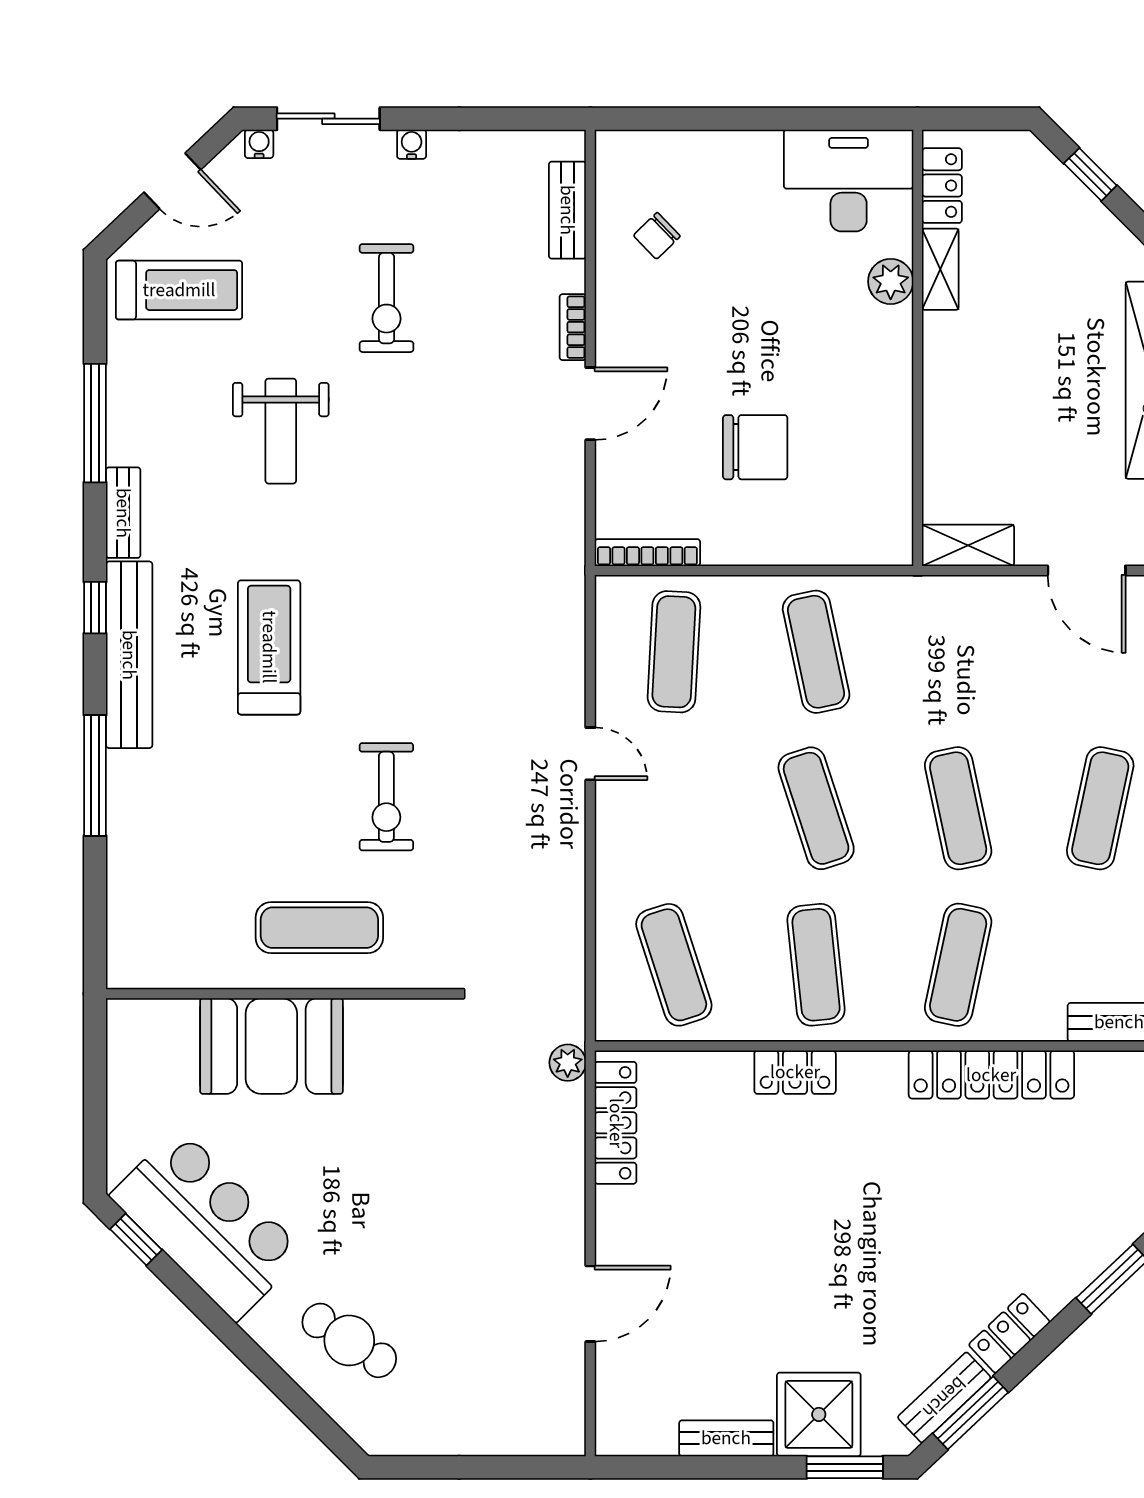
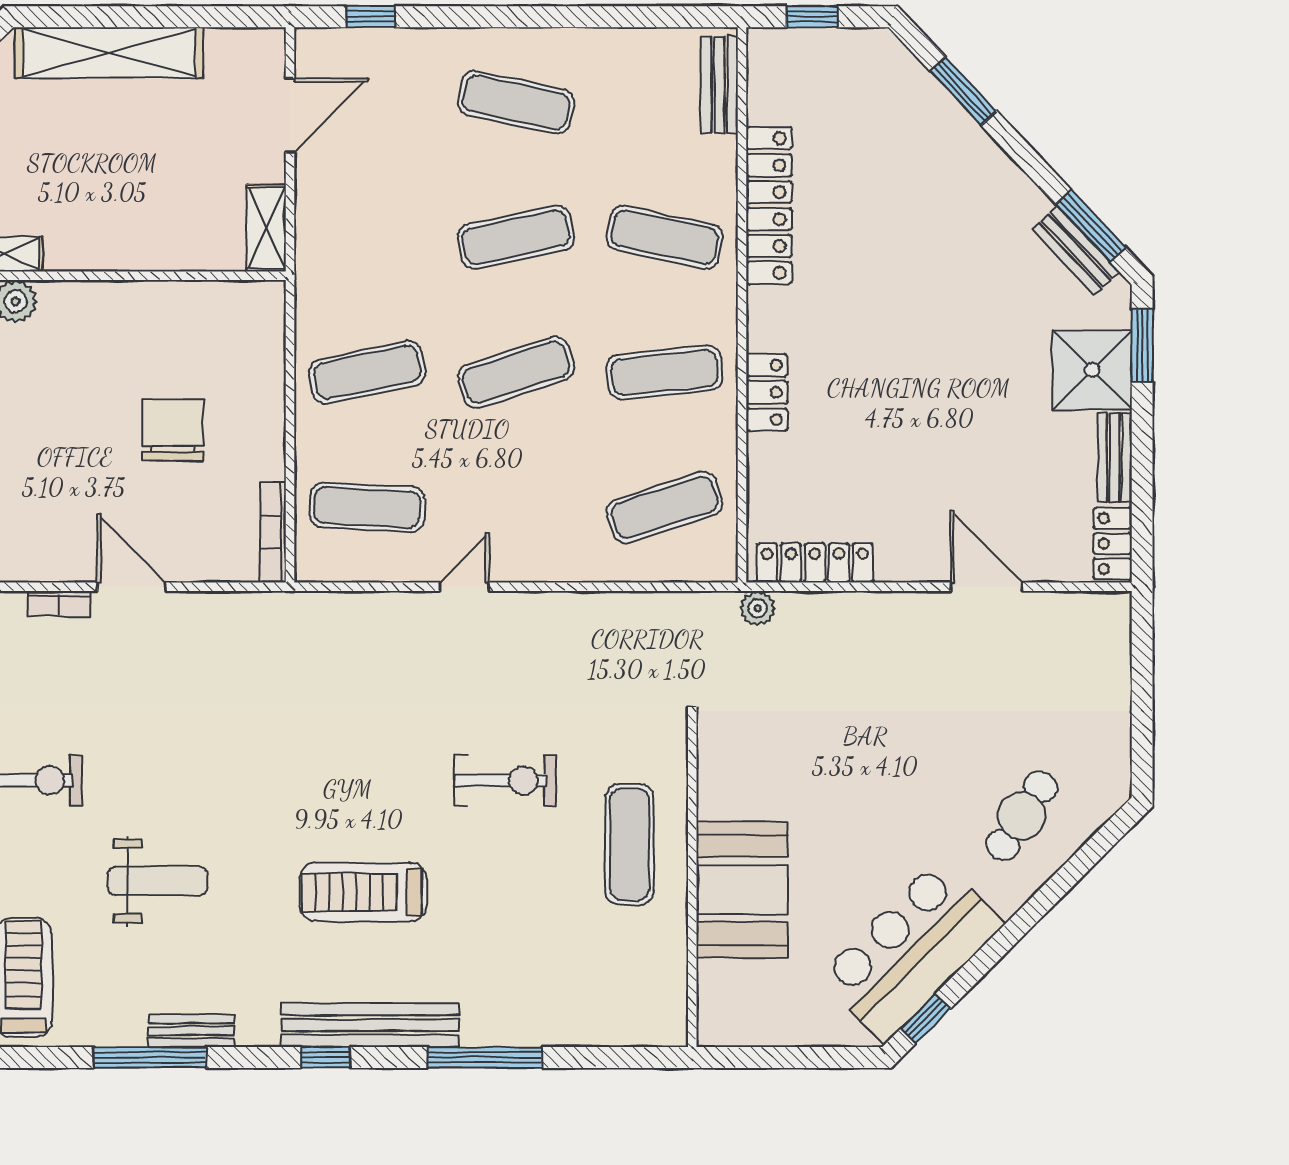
bench: (123, 513) -> (192, 1031), moved
locker: (1009, 1333) -> (1113, 544), moved, turned 43

